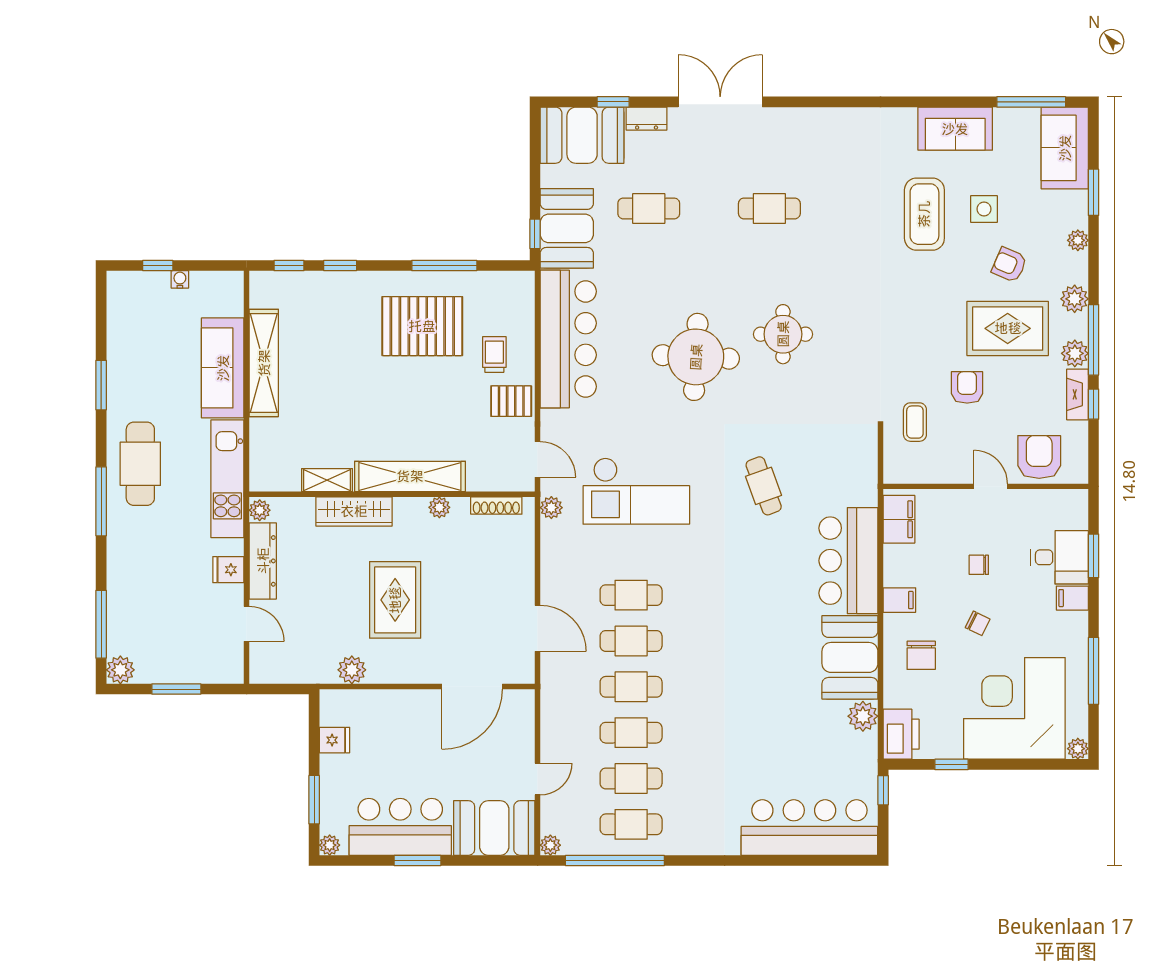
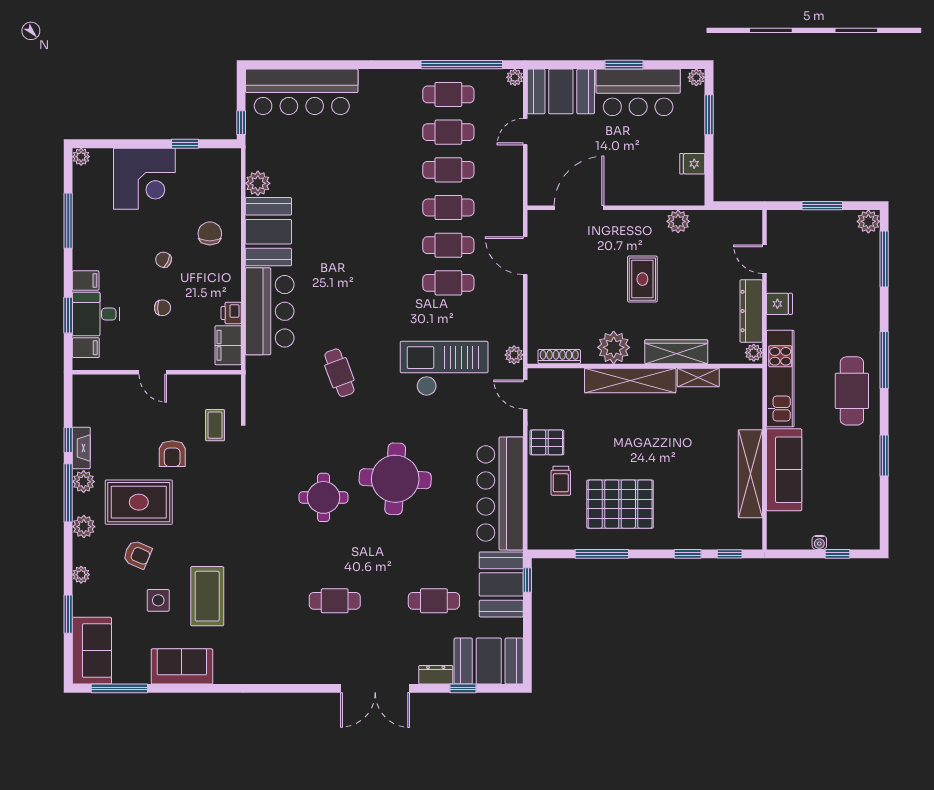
armchair: (1039, 457) -> (113, 396), removed
plant: (439, 507) -> (614, 347), width x1.88, depth x1.88
rug: (395, 600) -> (642, 279), width x0.73, depth x0.70
filing cabinet: (899, 600) -> (86, 348), moved, turned 180
corner desk: (1014, 708) -> (144, 179), width x0.74, depth x0.74
printer: (901, 734) -> (231, 313), moved, width x0.53, depth x0.68

